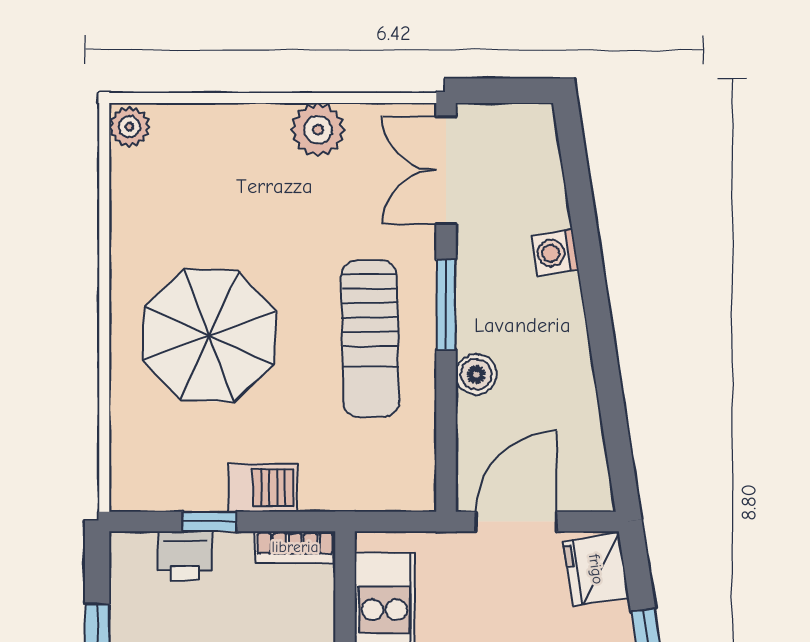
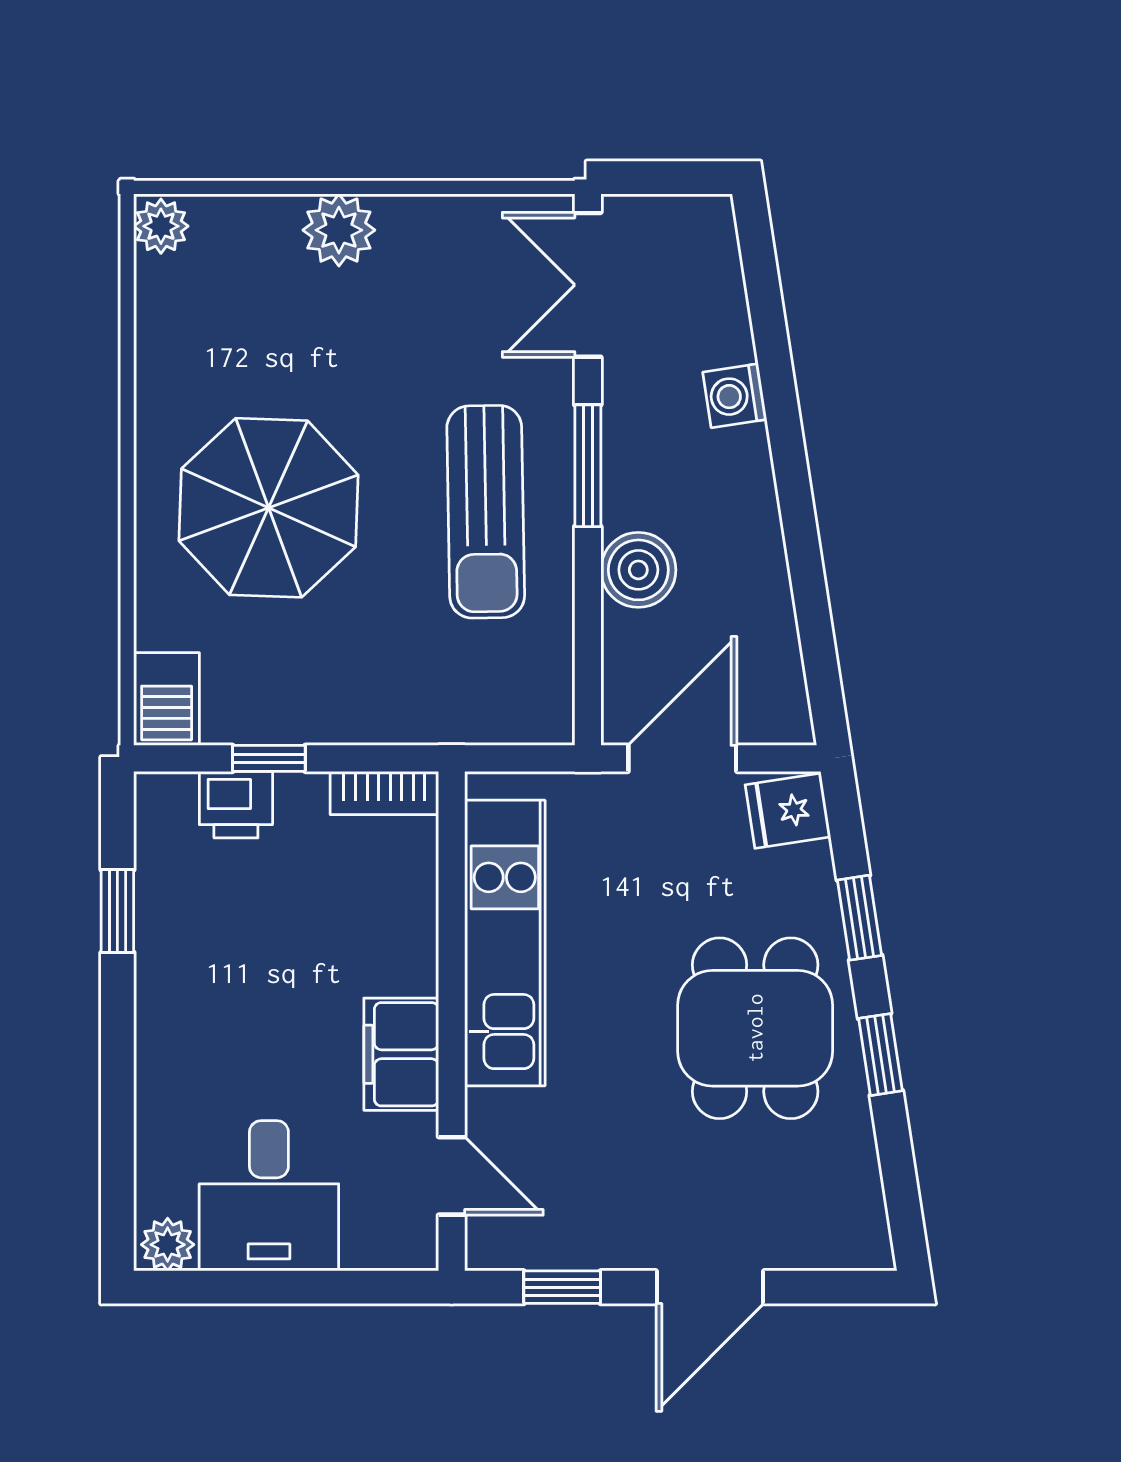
plant: (318, 130) -> (339, 230), moved
boiler: (476, 374) -> (638, 570), width x1.36, depth x1.36
barbecue: (263, 487) -> (167, 699), moved, turned 90
fridge: (596, 569) -> (788, 811), width x0.72

